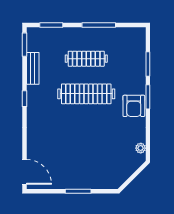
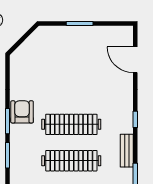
clothes rail: (86, 59) -> (71, 161), width x1.37, depth x1.31
plant: (141, 148) -> (15, 68), removed
door: (25, 172) -> (135, 60), moved

